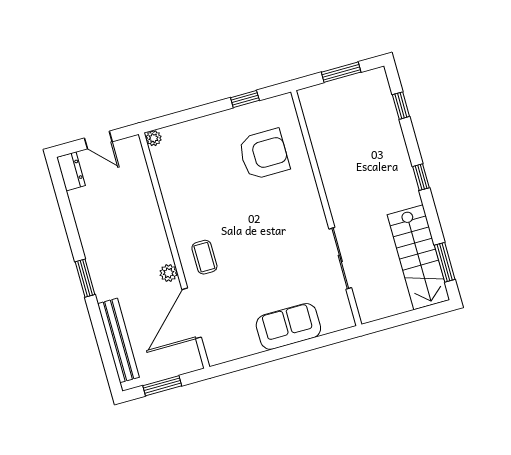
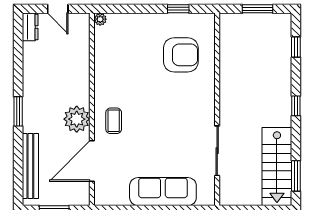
plant: (169, 273) -> (77, 119), width x1.88, depth x1.88
sofa: (288, 326) -> (163, 192), width x1.36

